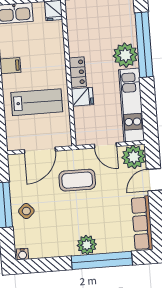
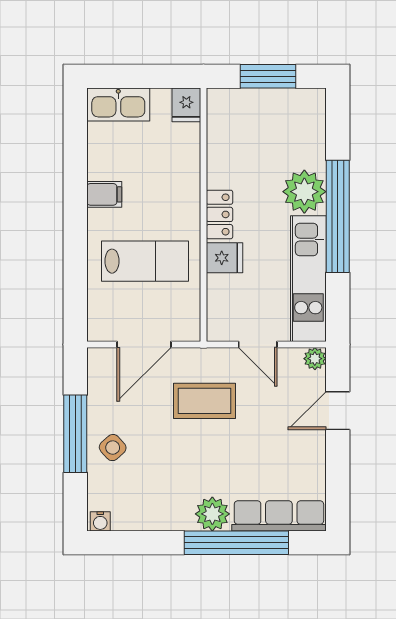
window: (144, 45) -> (338, 216), moved
plant: (134, 157) -> (315, 359), width x0.53, depth x0.53
row of seats: (142, 223) -> (279, 516), moved, turned 90

